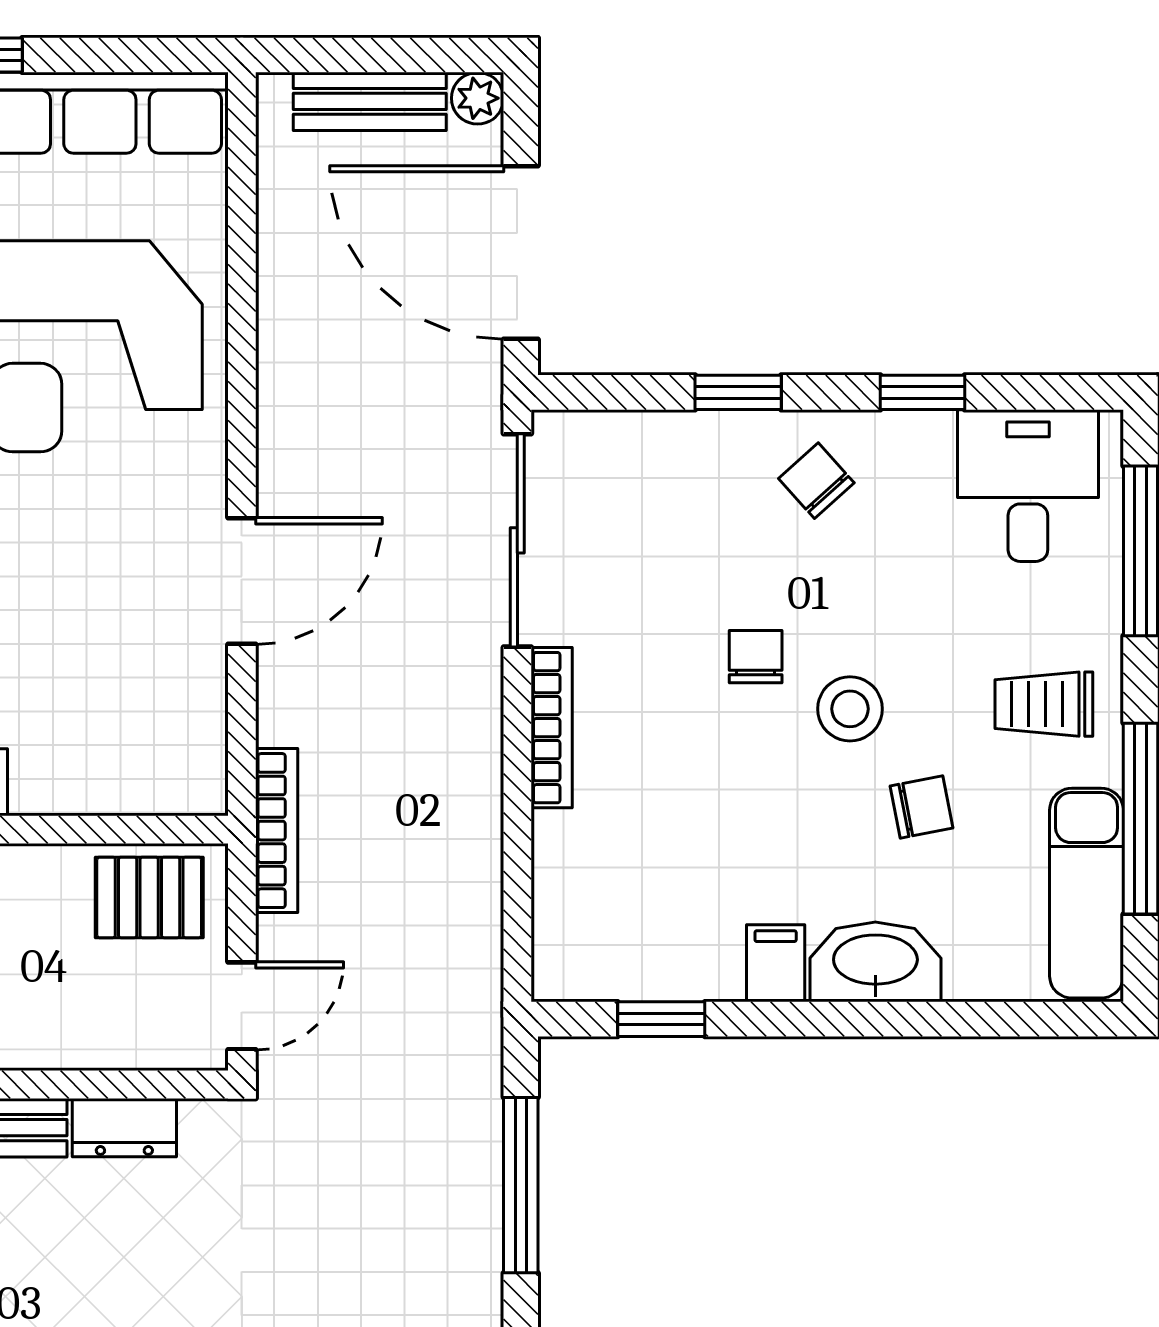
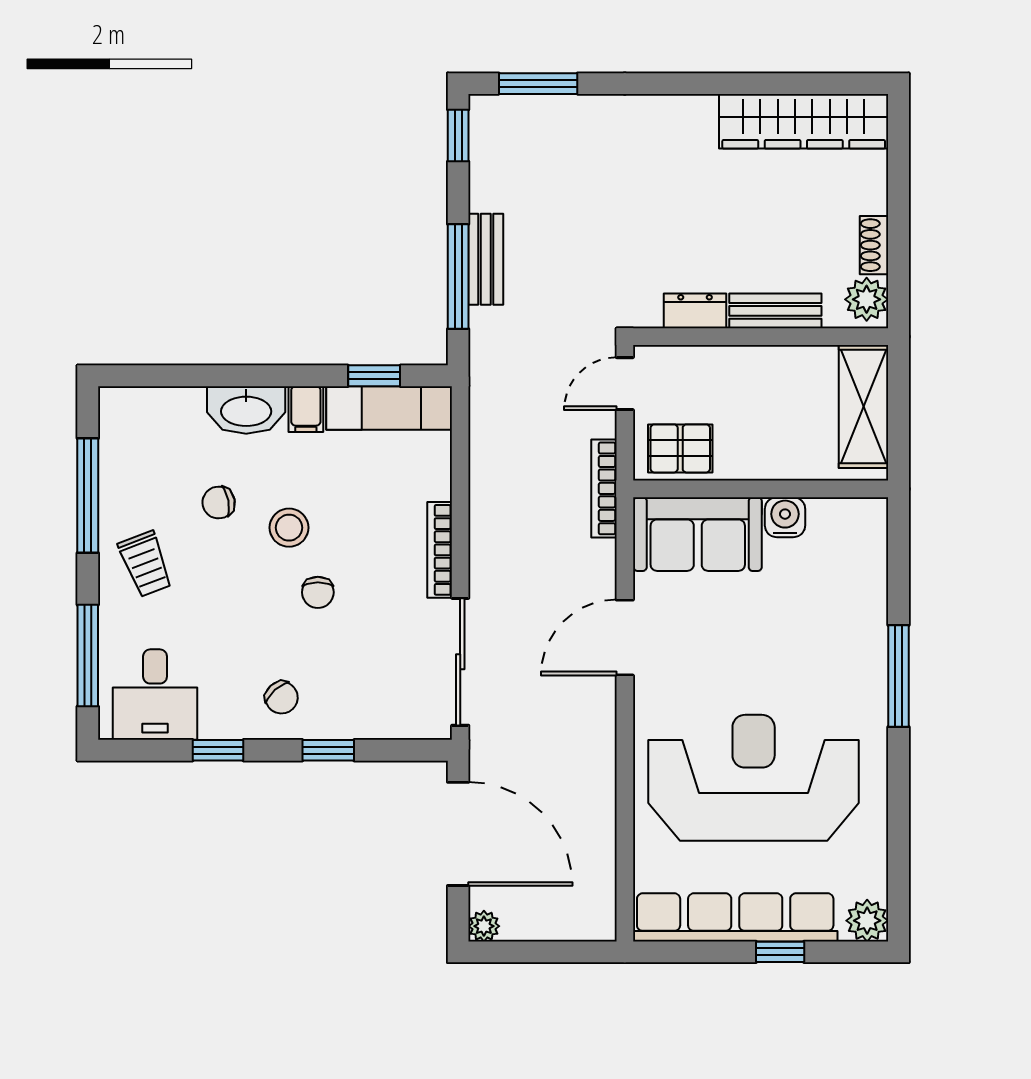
bench: (370, 101) -> (486, 259), moved, turned 90
trolley: (1044, 704) -> (145, 564), turned 69
stool: (850, 709) -> (289, 528), moved
sofa: (120, 754) -> (698, 534), added
exam couch: (1087, 893) -> (389, 408), moved, turned 90

